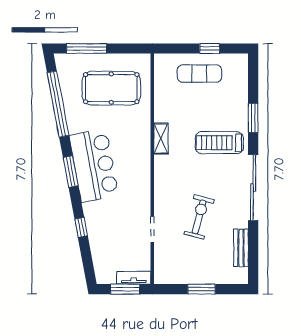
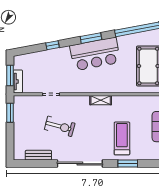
shelving: (161, 139) -> (101, 100), moved
treadmill: (219, 143) -> (122, 138), moved
window: (202, 289) -> (10, 113), moved

